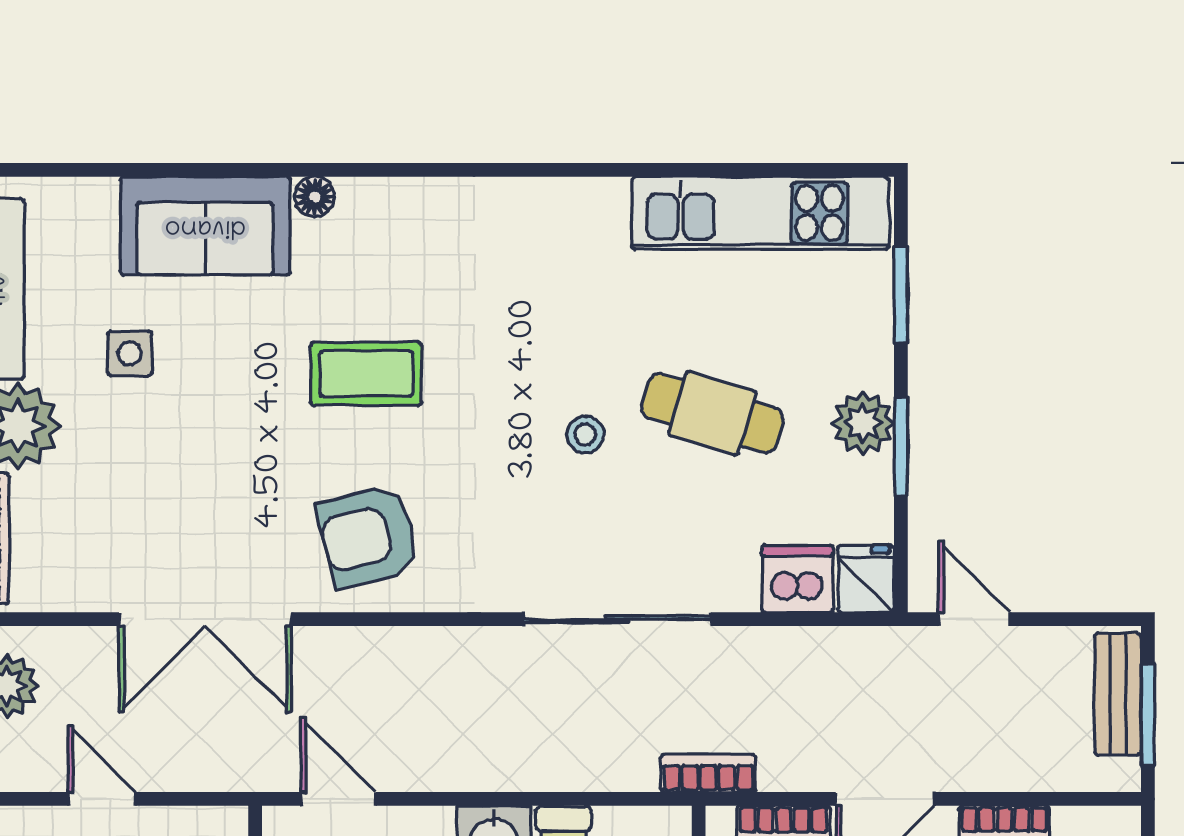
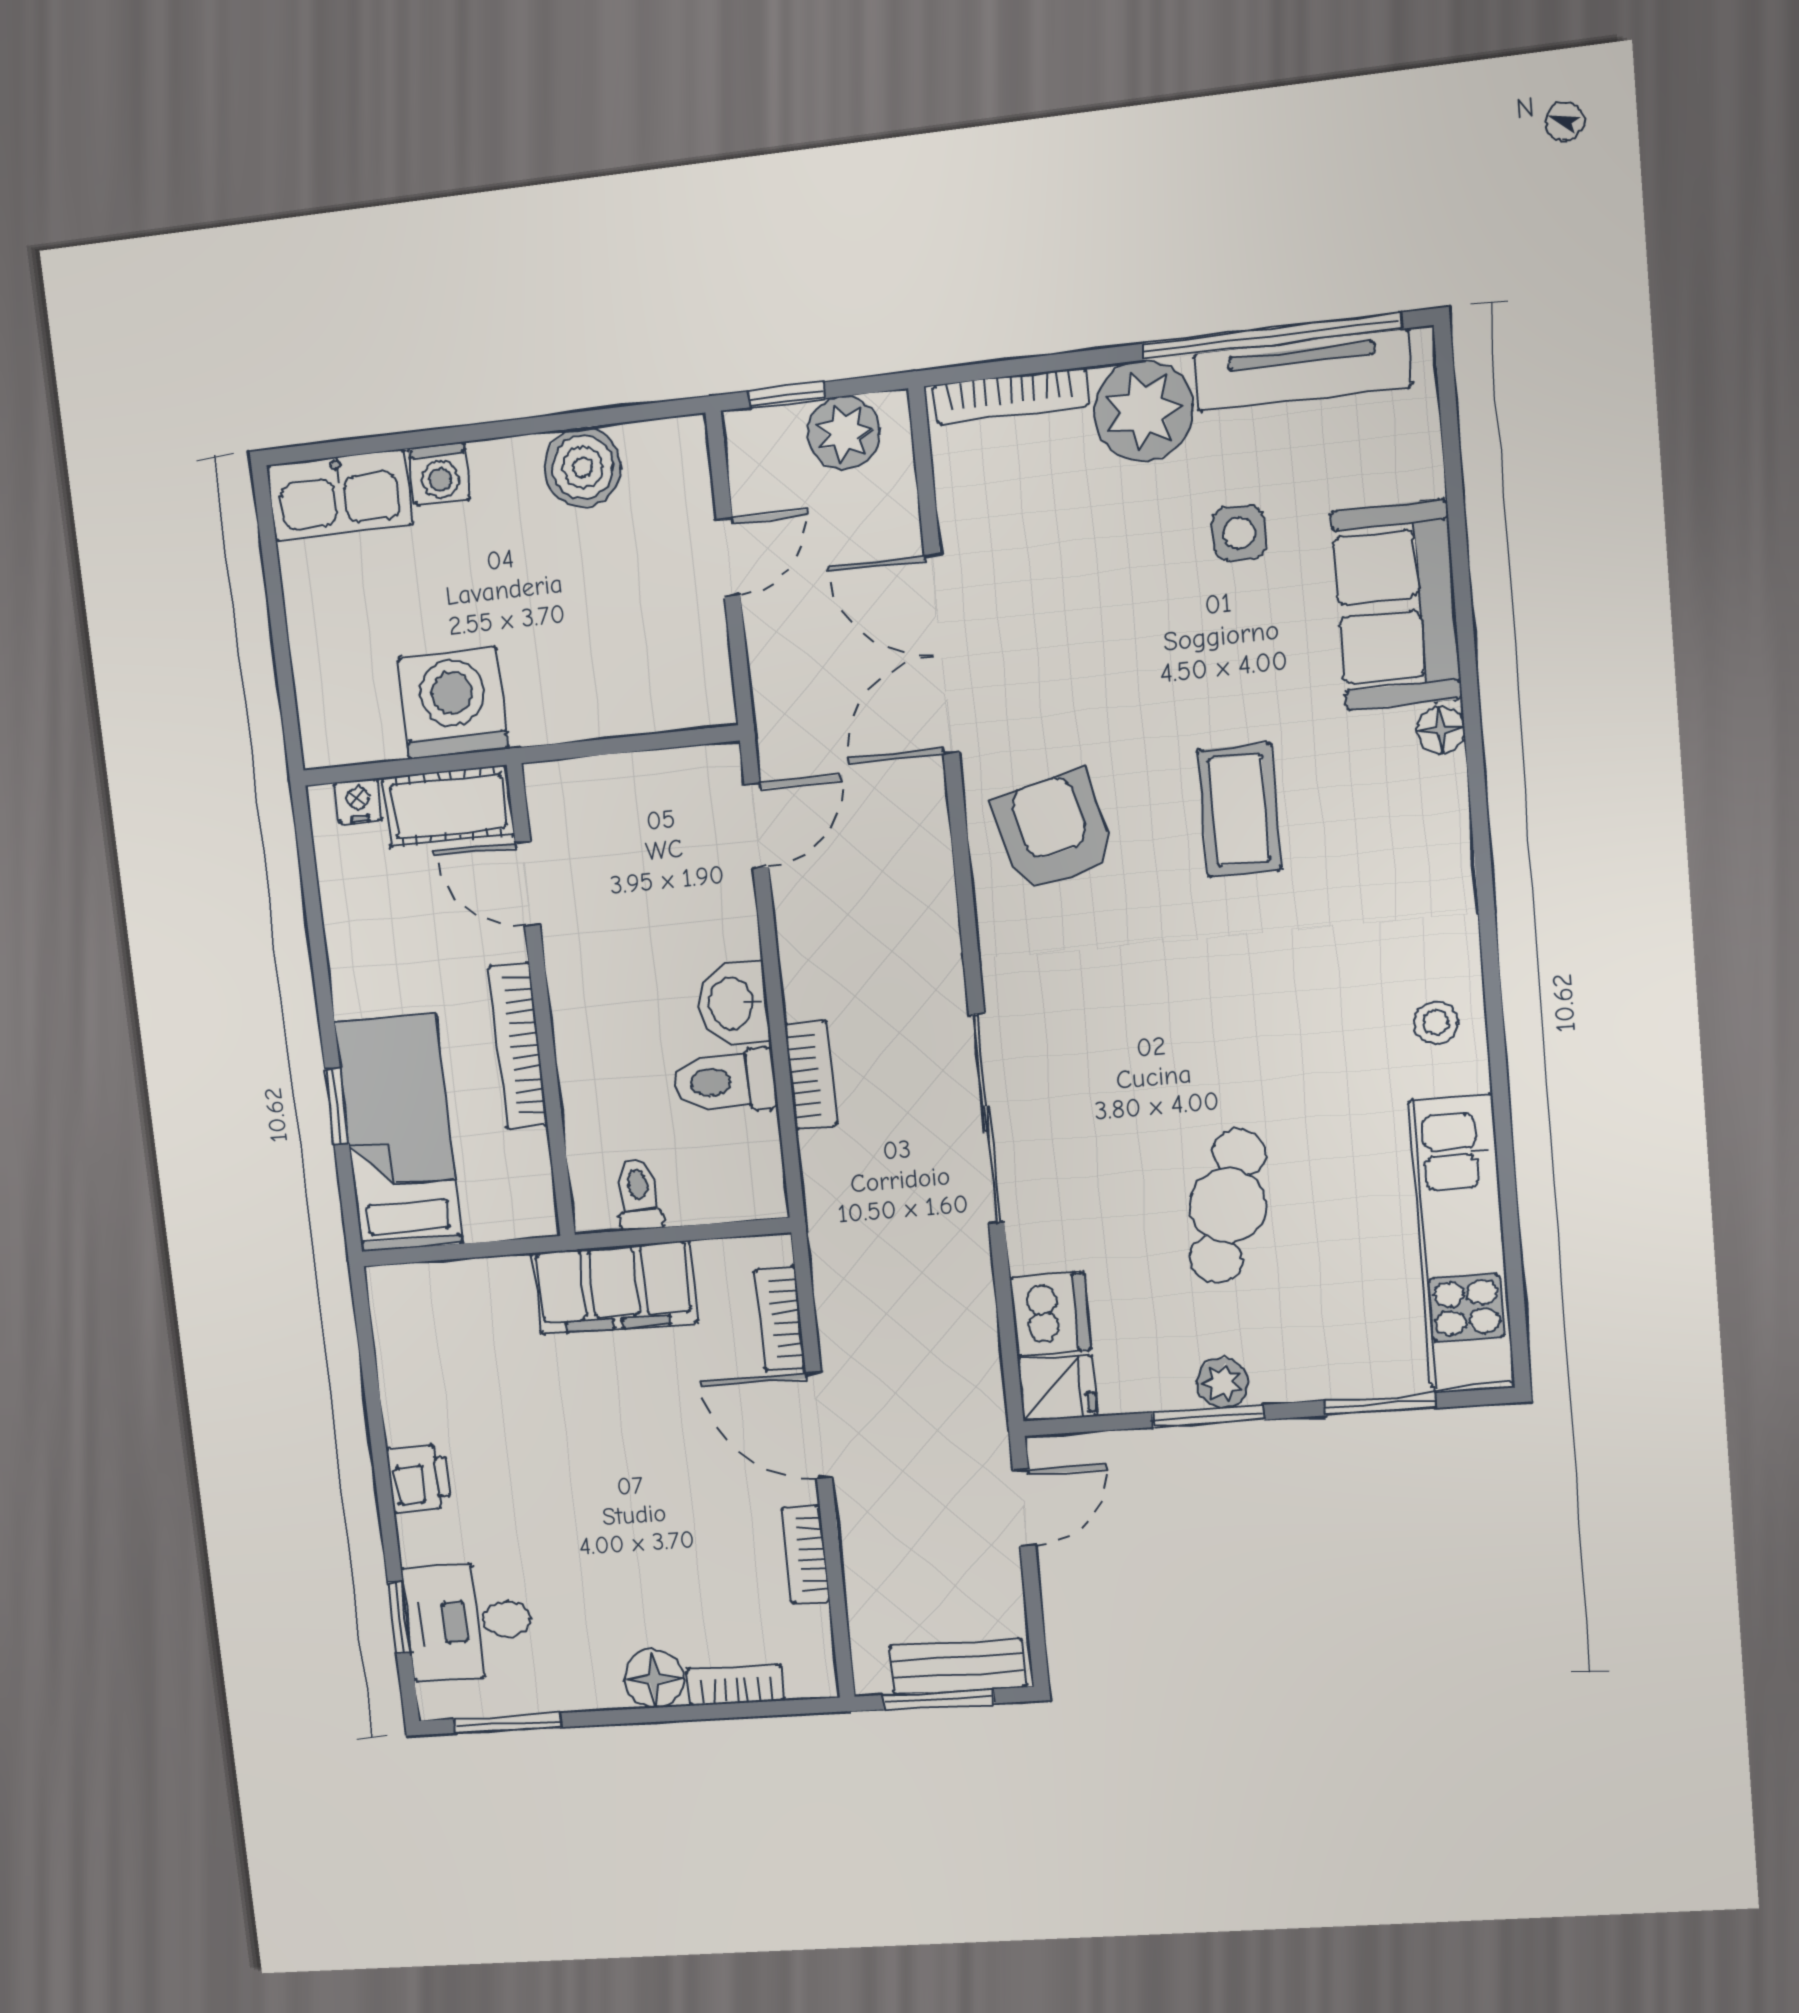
plant: (863, 423) -> (1223, 1383), width x0.73, depth x0.73
stool: (585, 435) -> (1436, 1022), moved
bookcase: (708, 773) -> (811, 1075), moved

